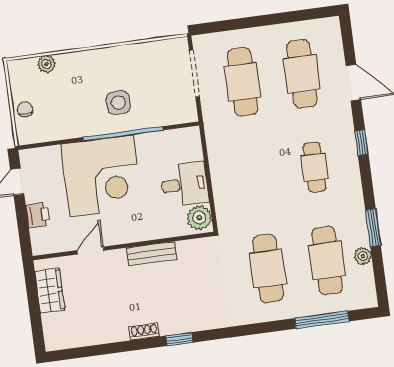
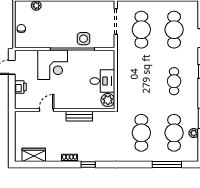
side table: (118, 103) -> (83, 39), moved
corner desk: (102, 176) -> (53, 65), width x0.74, depth x0.74
wardrobe: (50, 291) -> (34, 155), moved, turned -90

